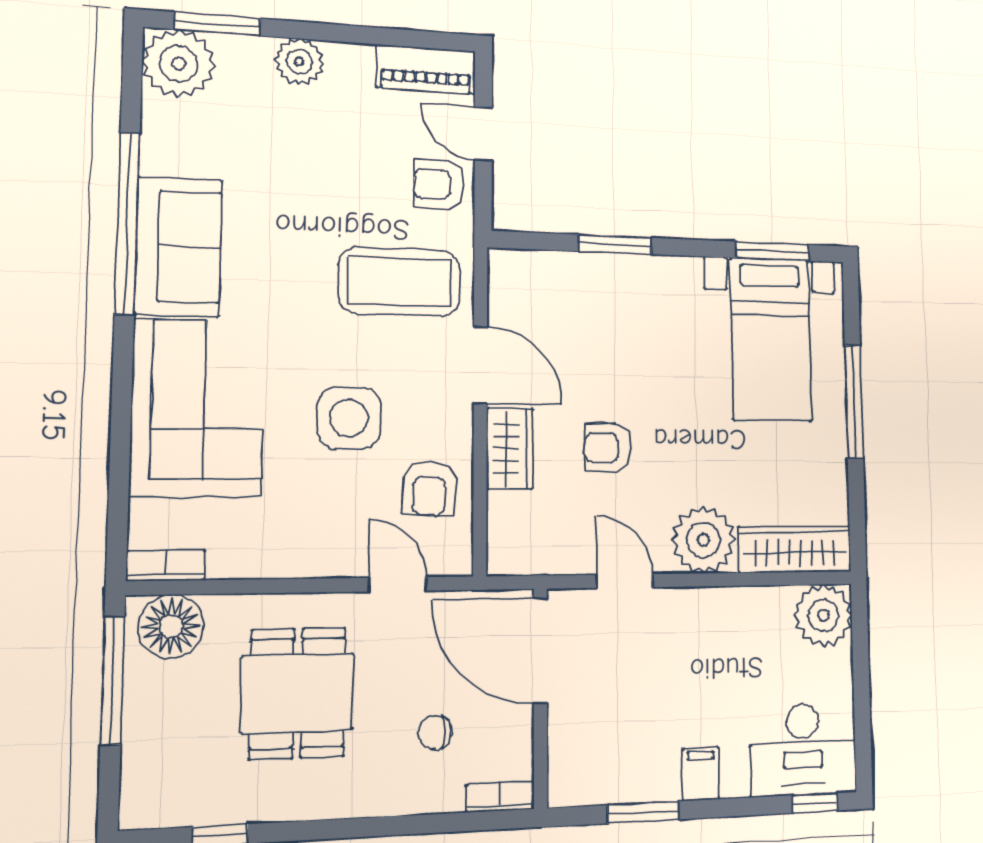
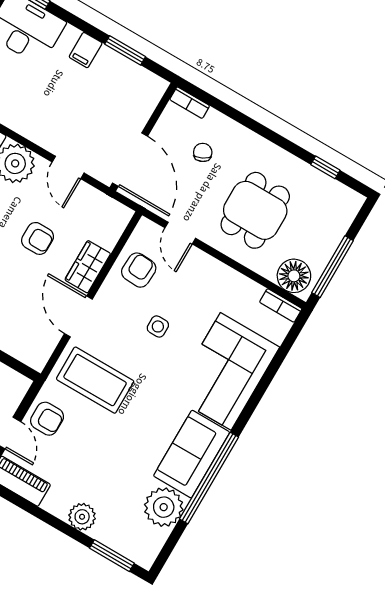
plant: (179, 64) -> (164, 507), moved
side table: (349, 418) -> (158, 326), width x0.54, depth x0.54
chair: (435, 732) -> (203, 152), turned -116

